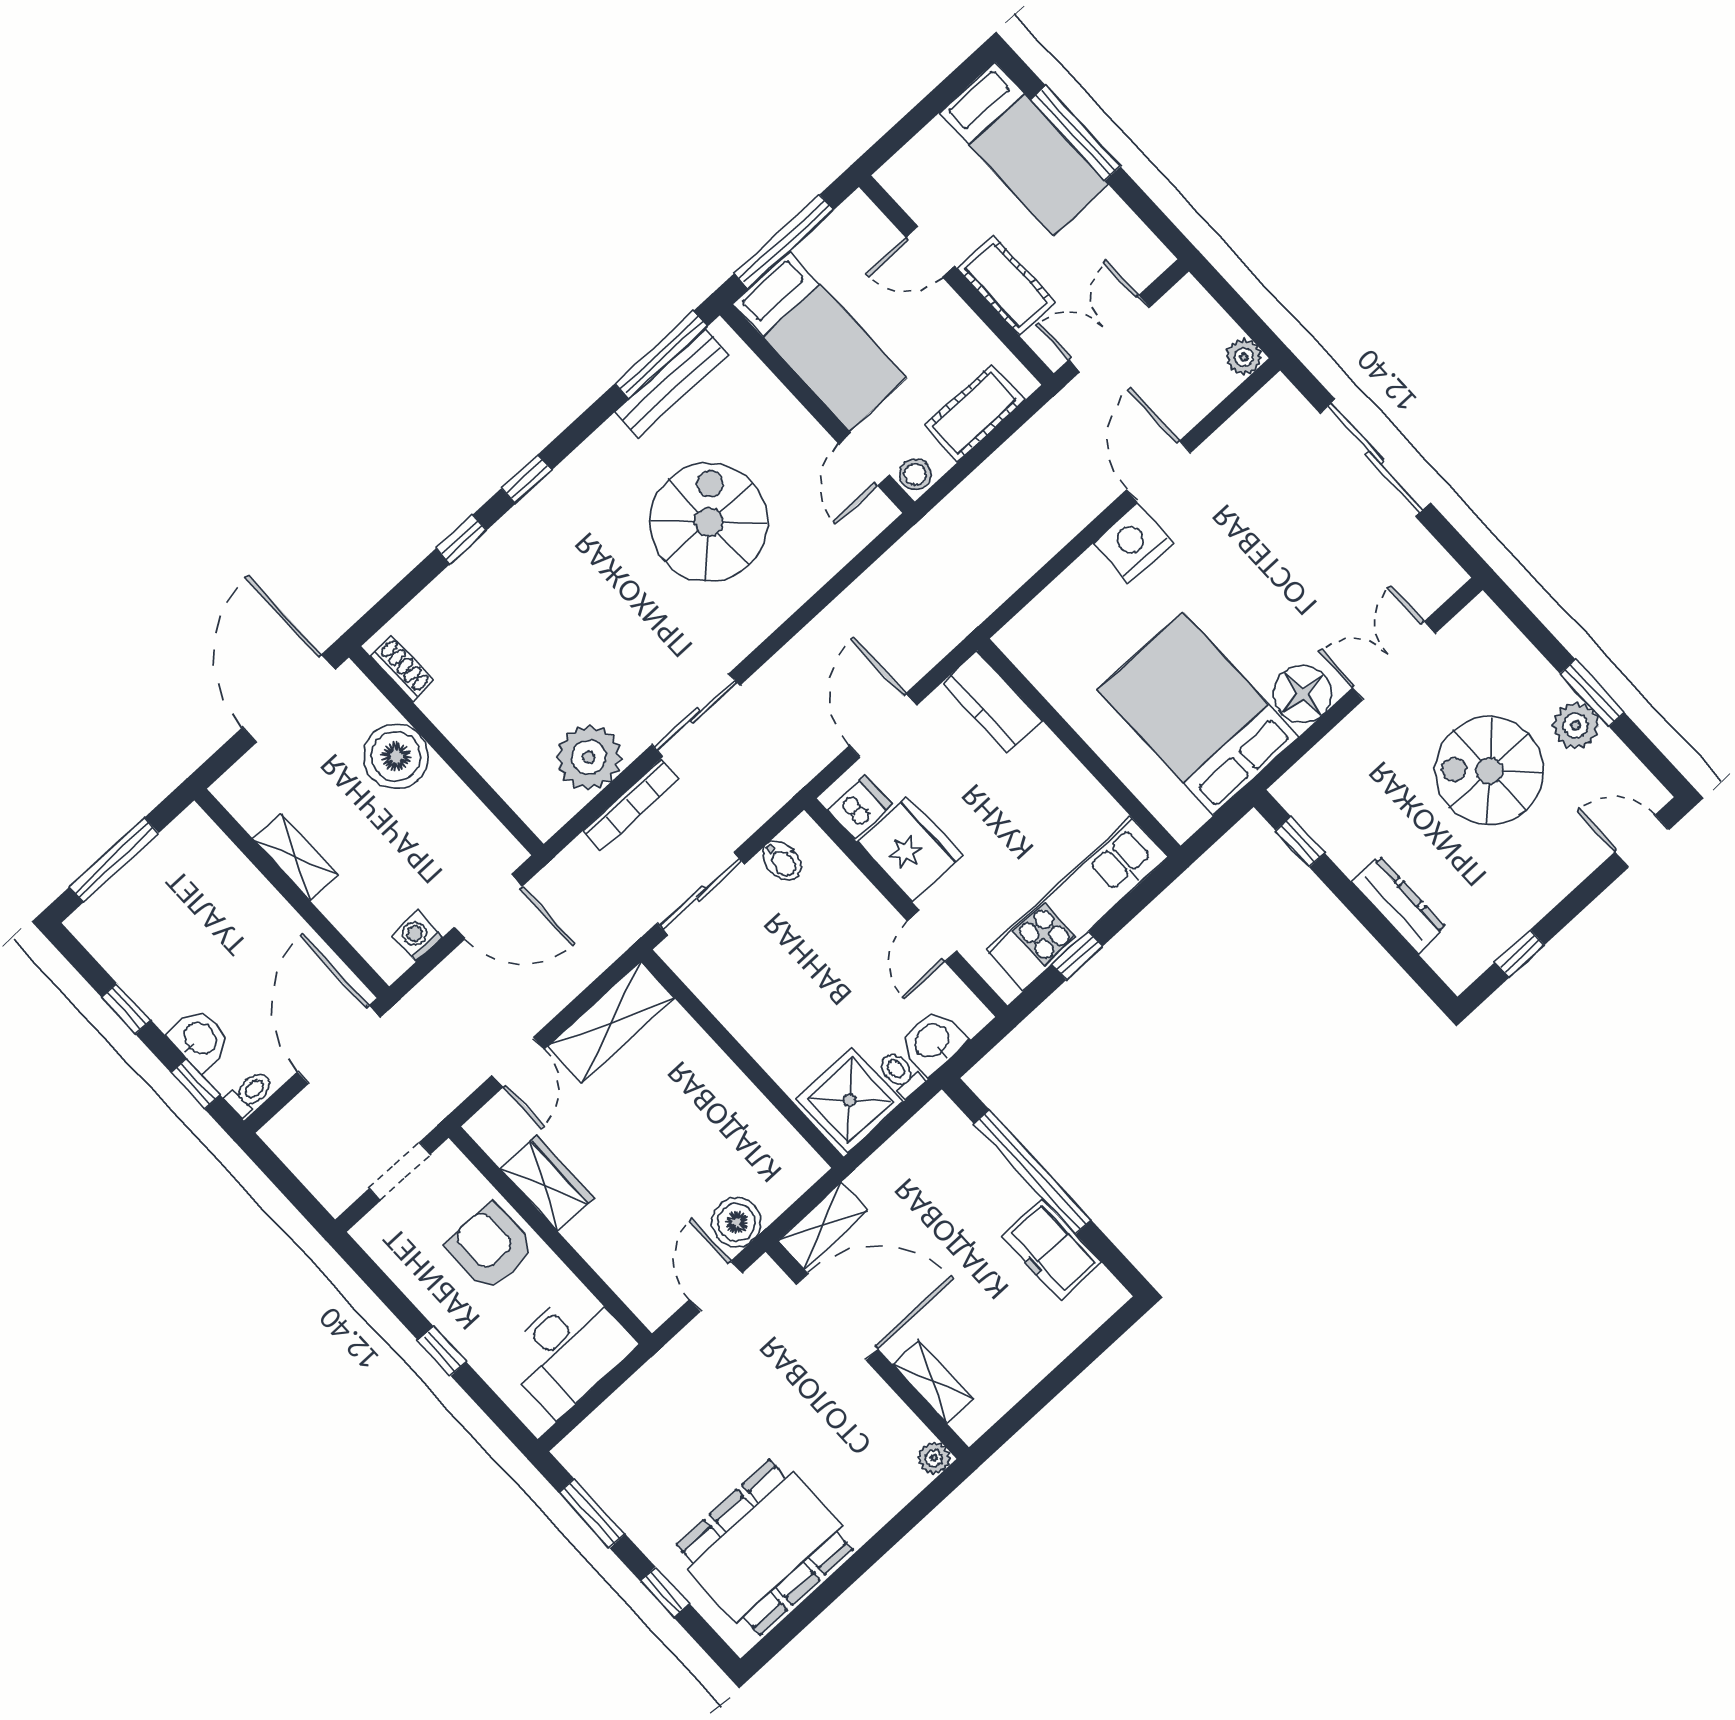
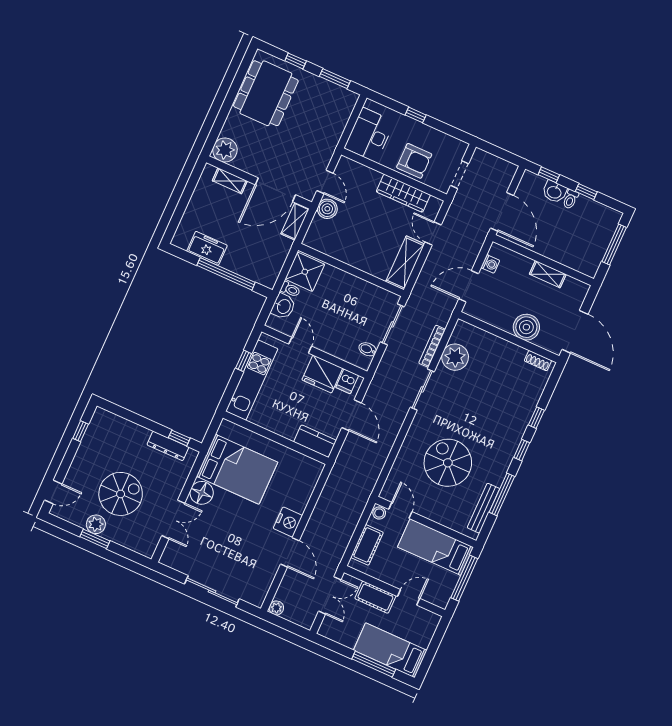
window: (661, 355) -> (502, 494), moved
spiral stairs: (709, 522) -> (448, 463), turned 180
dresser: (1399, 905) -> (168, 446), moved
toilet: (250, 1093) -> (571, 199), moved
wardrobe: (547, 1184) -> (403, 193), width x1.50
plant: (934, 1458) -> (225, 150), width x1.88, depth x1.88

